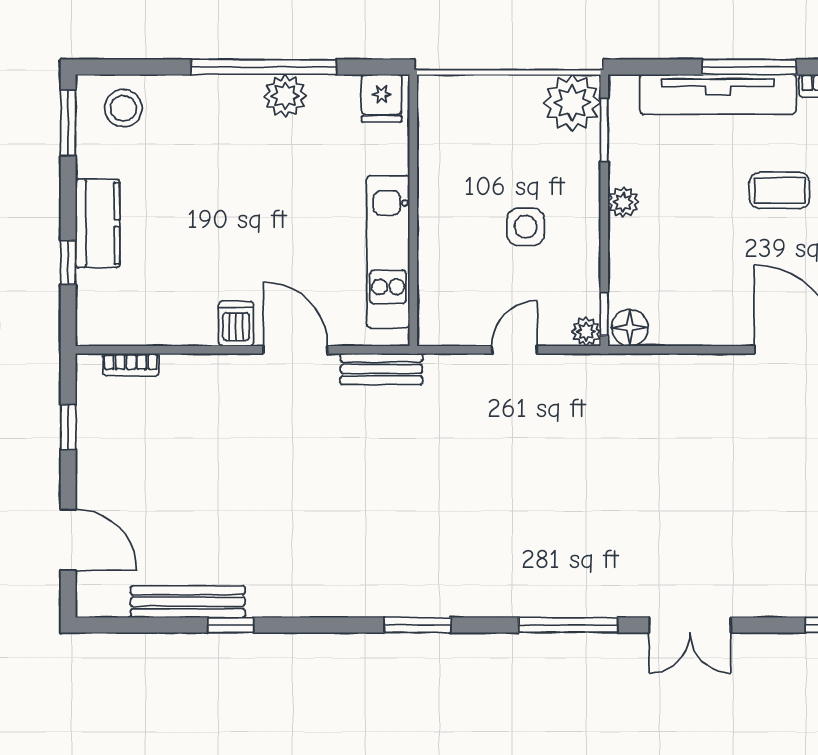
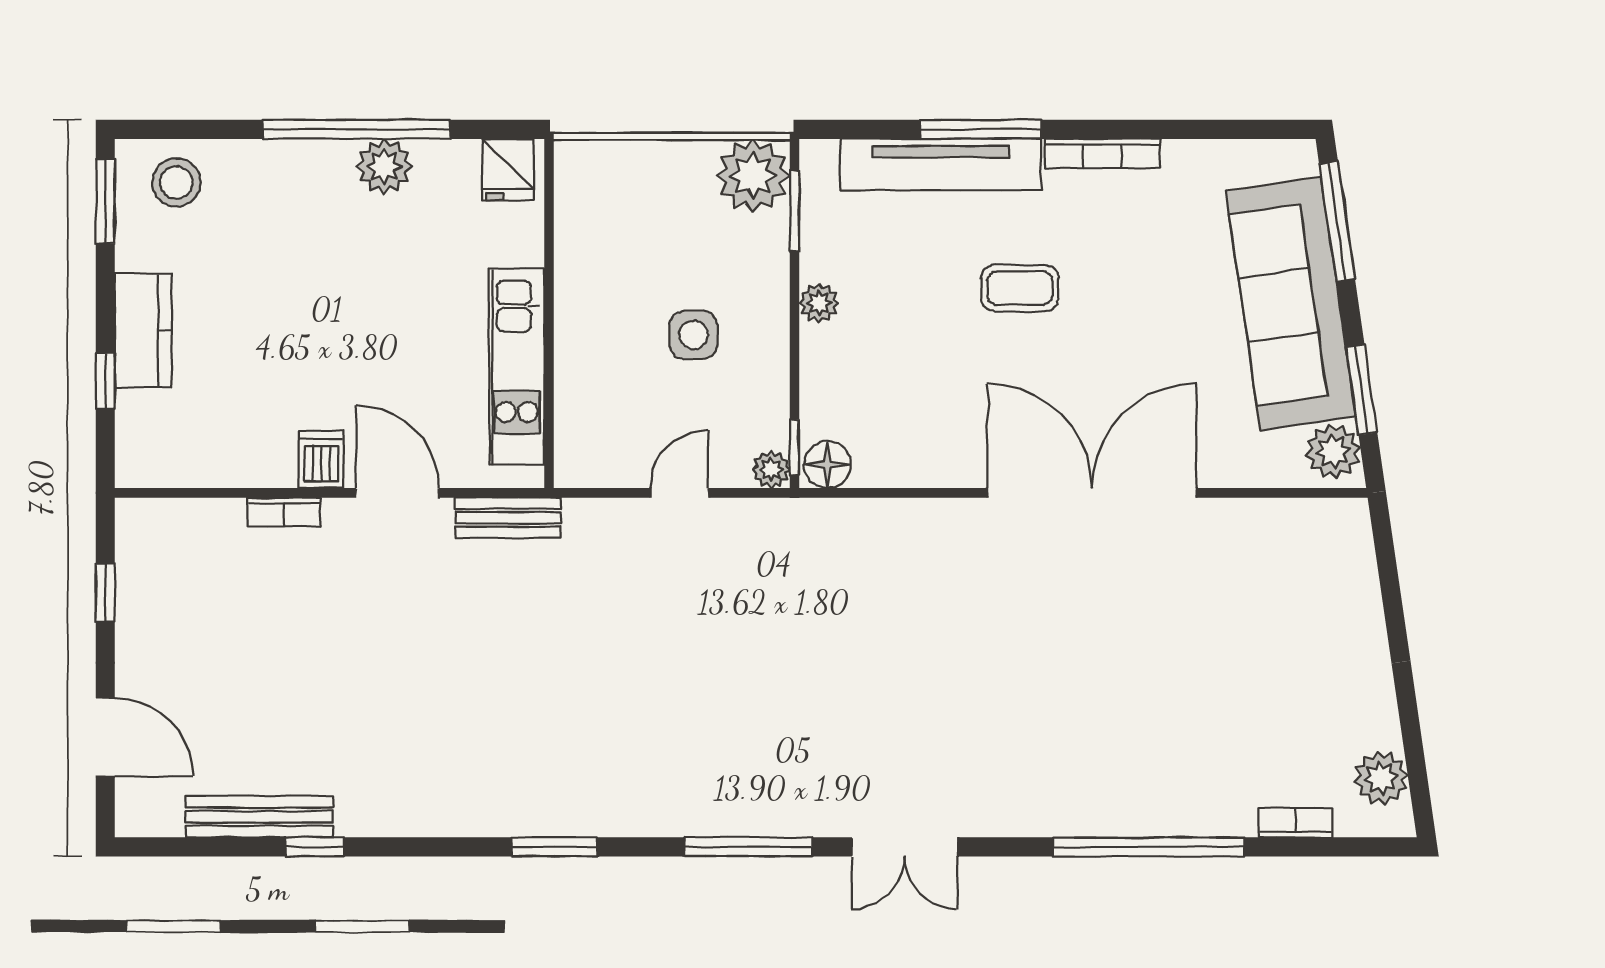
bookcase: (131, 365) -> (284, 512), moved

